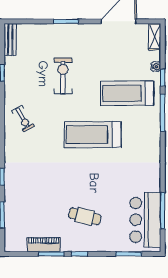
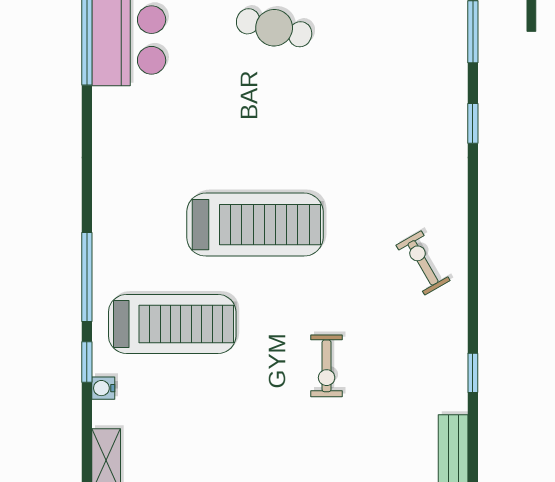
exercise bike: (63, 76) -> (327, 366), width x0.73, depth x0.72

